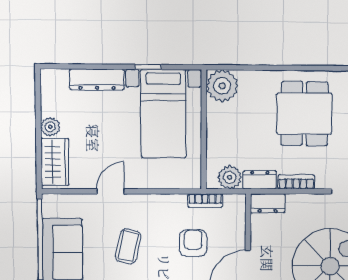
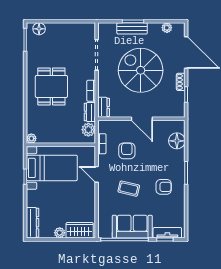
dresser: (97, 80) -> (33, 223), moved
plant: (222, 86) -> (31, 138), width x0.53, depth x0.53
dining table: (304, 114) -> (51, 86), turned 90
door: (111, 191) -> (97, 174), moved
armchair: (193, 243) -> (127, 151), turned 90

